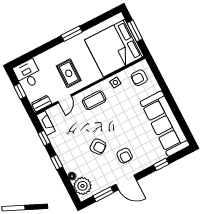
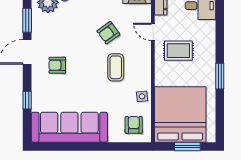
coffee table: (94, 100) -> (116, 67), moved
armchair: (98, 147) -> (108, 33), moved

